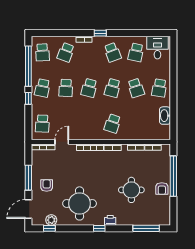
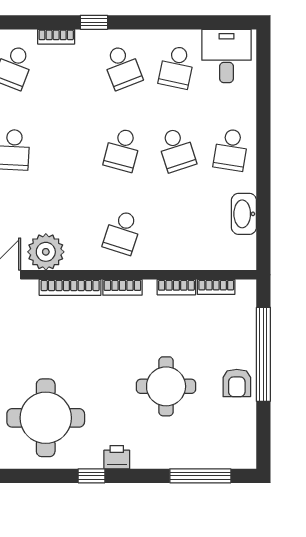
school desk: (89, 88) -> (68, 150), removed
plant: (80, 132) -> (46, 252), added

